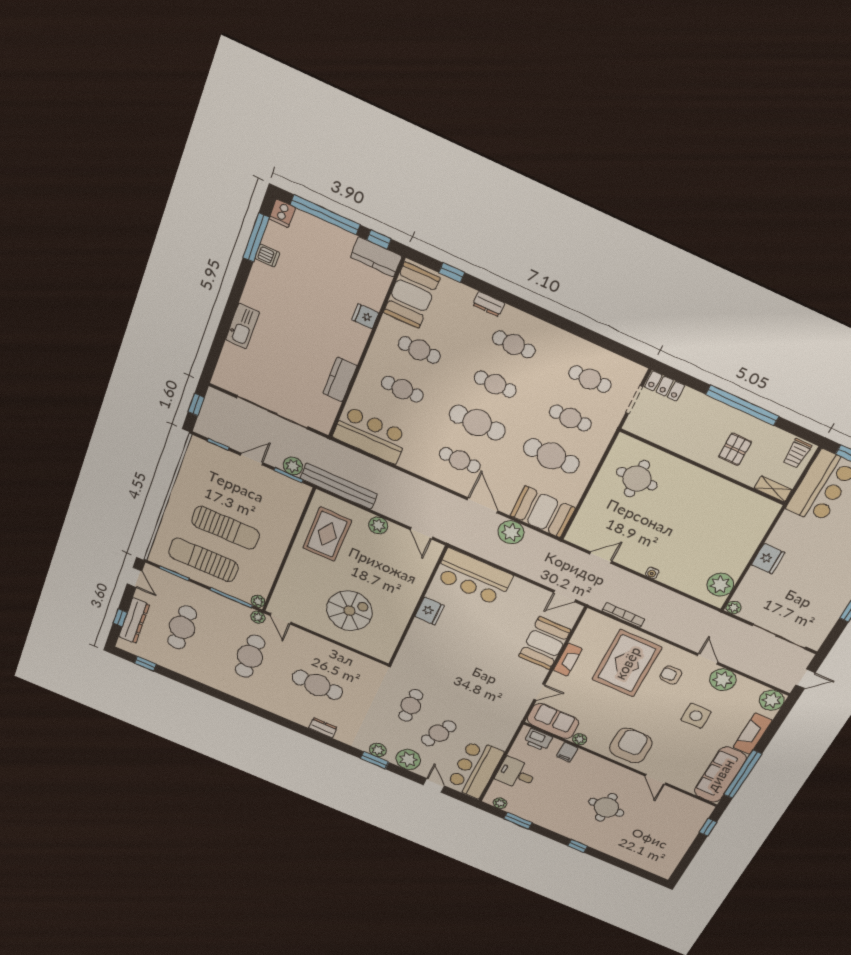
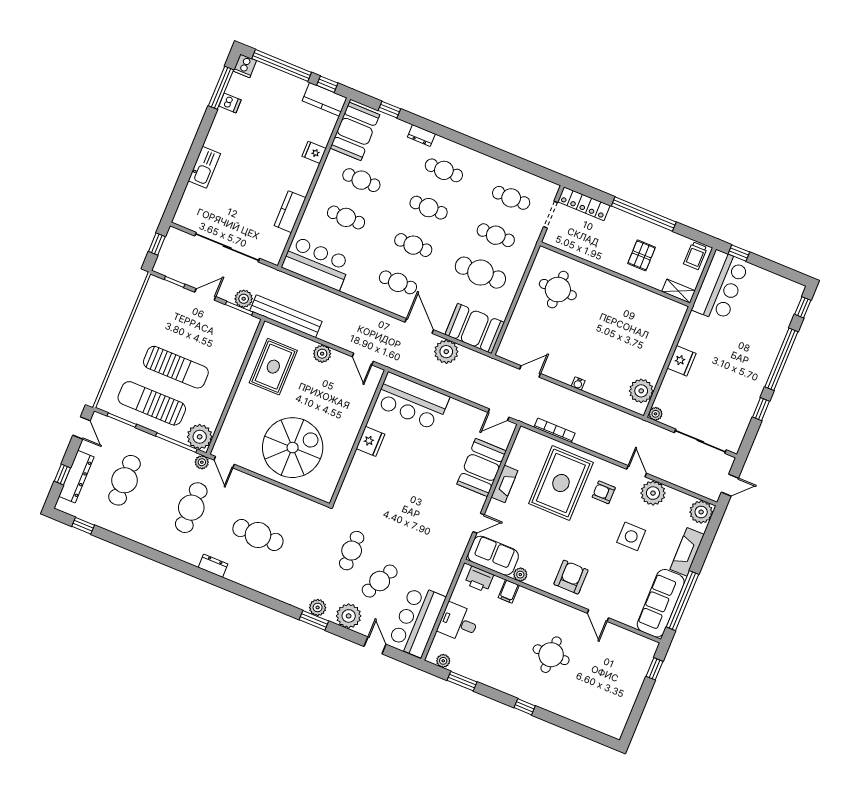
locker: (665, 386) -> (584, 204), width x1.53
cafe table: (477, 423) -> (413, 245), width x0.73, depth x0.74
plant: (258, 601) -> (200, 437), width x1.88, depth x1.88
spiral stairs: (349, 611) -> (293, 448), width x1.37, depth x1.37
dresser: (323, 728) -> (213, 566), moved
armchair: (631, 745) -> (571, 577), width x0.73, depth x0.73

